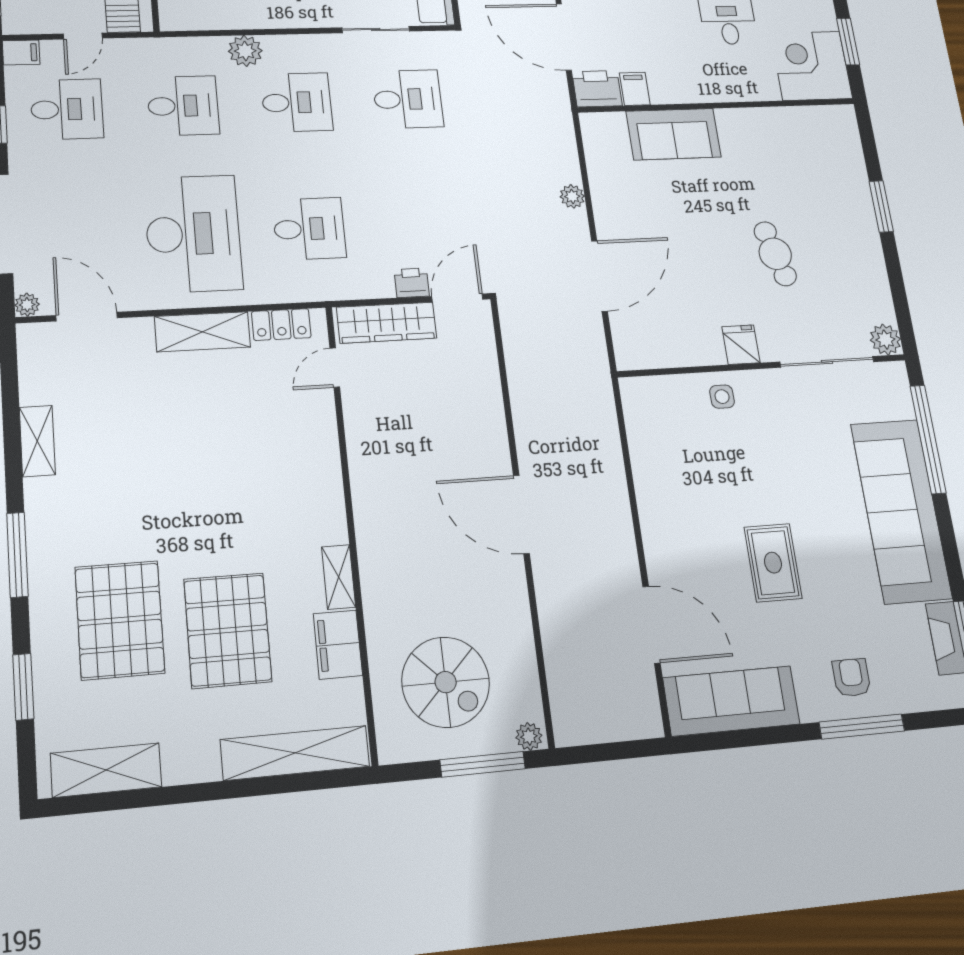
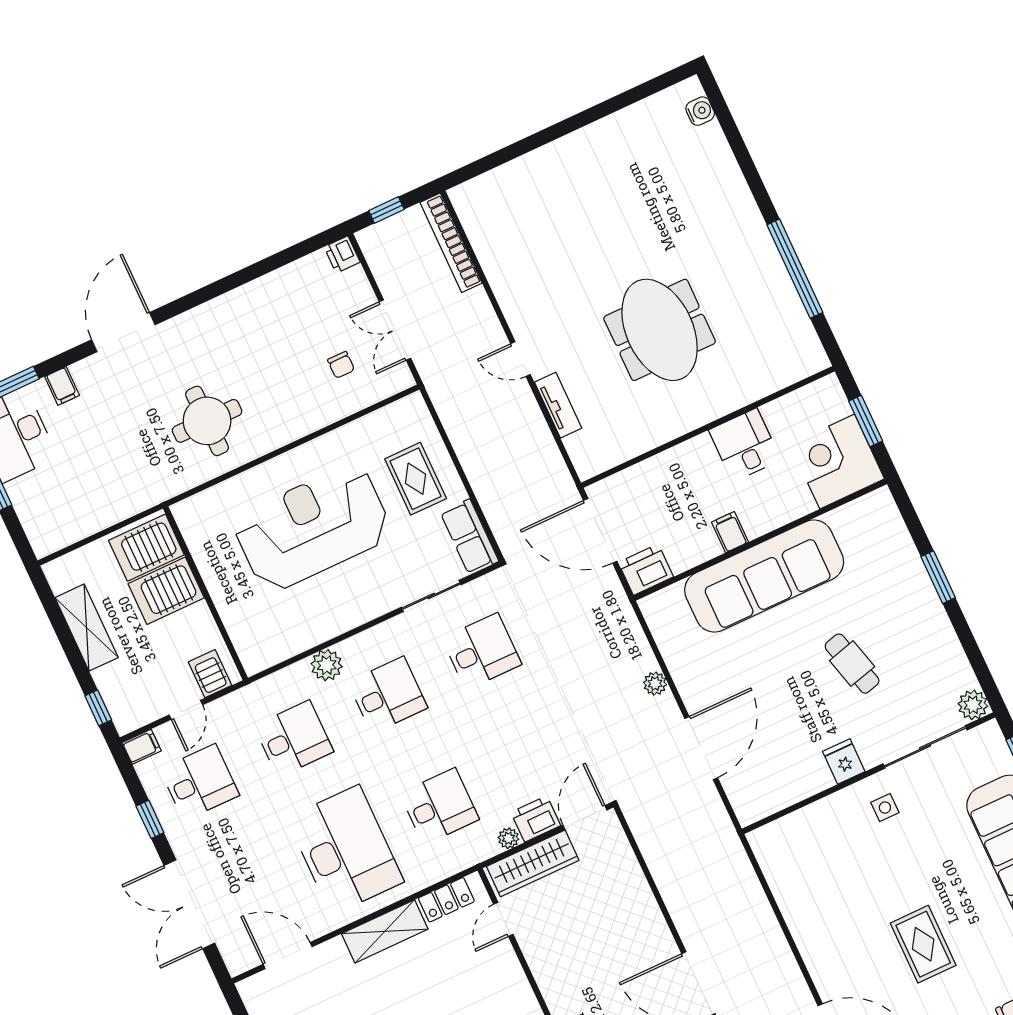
filing cabinet: (635, 89) -> (730, 532), moved
sofa: (674, 134) -> (764, 576), width x1.85, depth x1.27
printer: (412, 283) -> (536, 819), width x1.36, depth x1.24
plant: (27, 305) -> (508, 838), moved
side table: (722, 397) -> (885, 808), moved

